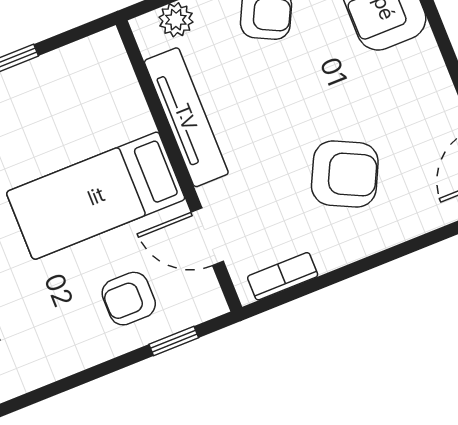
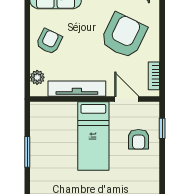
armchair: (345, 174) -> (124, 36), width x1.36, depth x1.36
door: (207, 237) -> (127, 99), swing flipped

